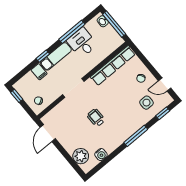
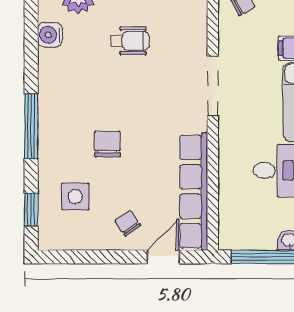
door: (165, 85) -> (163, 257), moved
chair: (121, 106) -> (107, 144), added
wheelchair: (96, 118) -> (130, 41), moved

